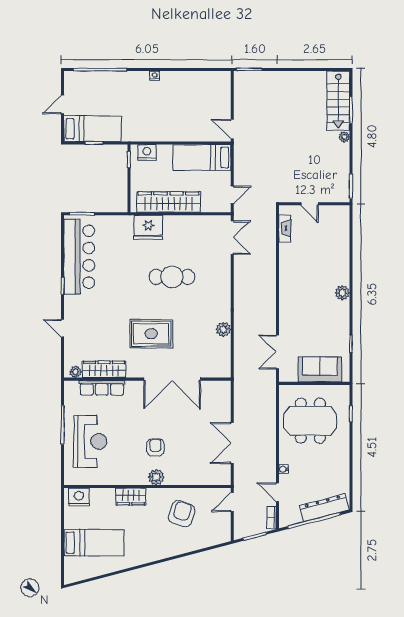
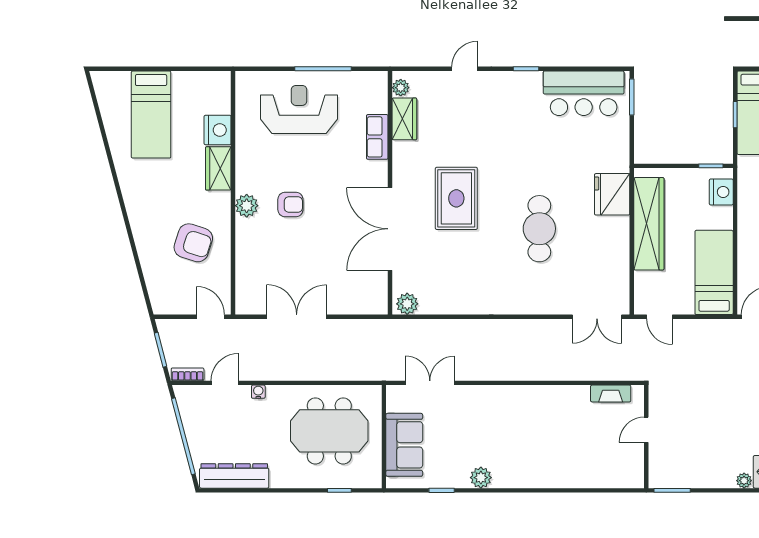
bar counter: (79, 257) -> (584, 93), width x0.73
plant: (342, 293) -> (481, 478), moved
plant: (223, 329) -> (407, 304), moved
wardrobe: (104, 369) -> (404, 119), width x0.67
row of seats: (102, 388) -> (377, 137), width x0.68
meeting table: (310, 421) -> (329, 431), turned 90
reception desk: (90, 441) -> (299, 109), turned 180
nightstand: (79, 497) -> (218, 130), moved
dresser: (324, 508) -> (234, 476), moved, turned -75

